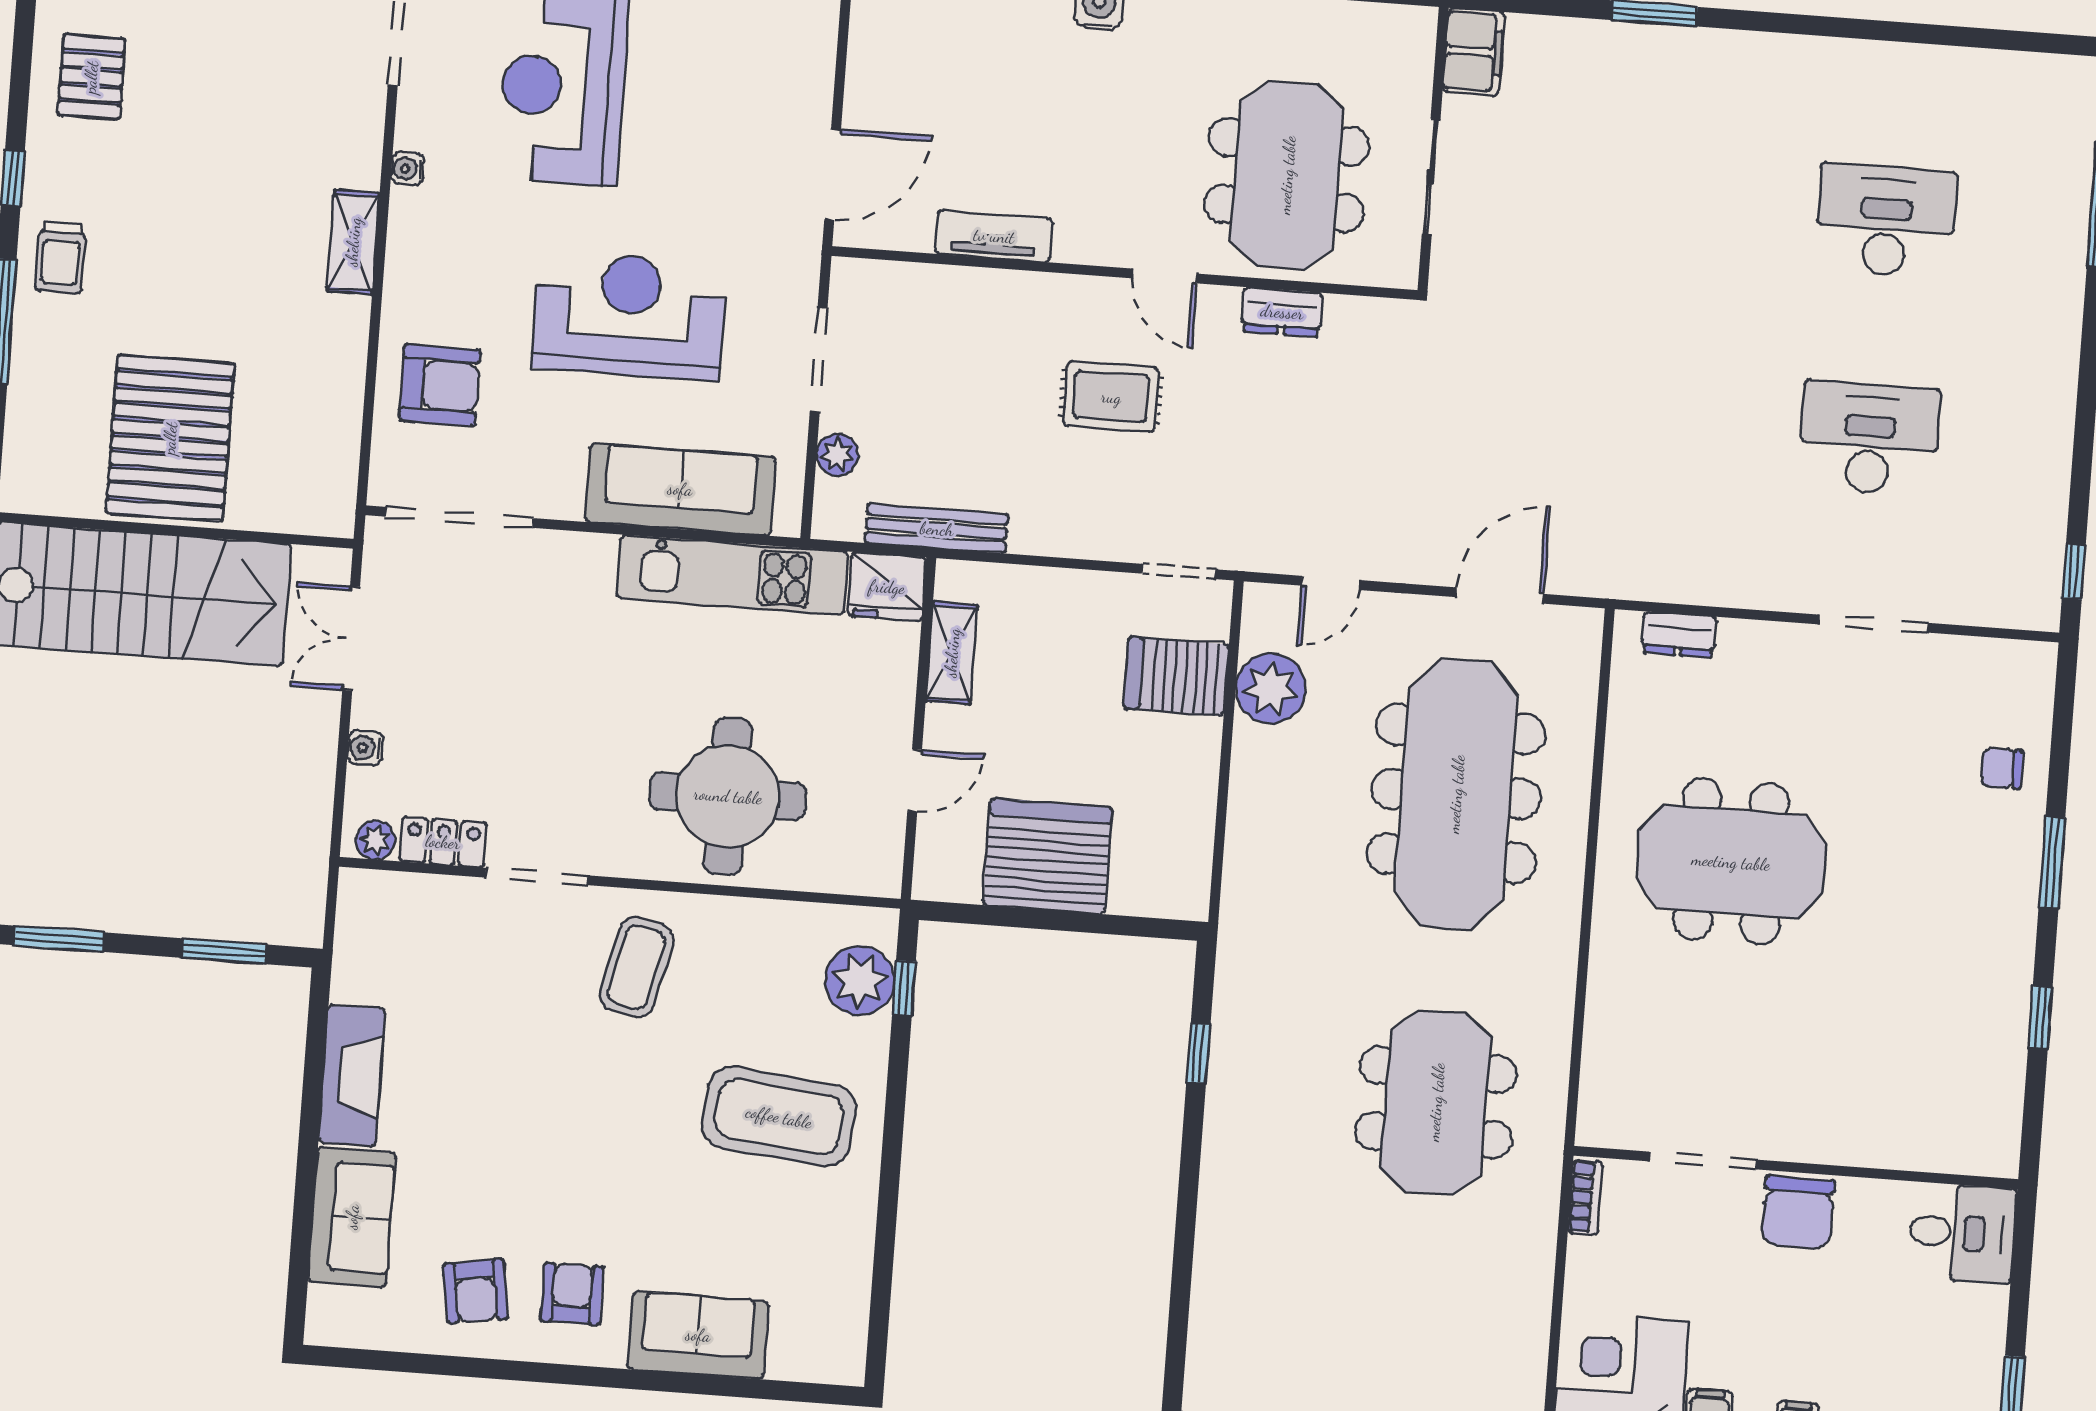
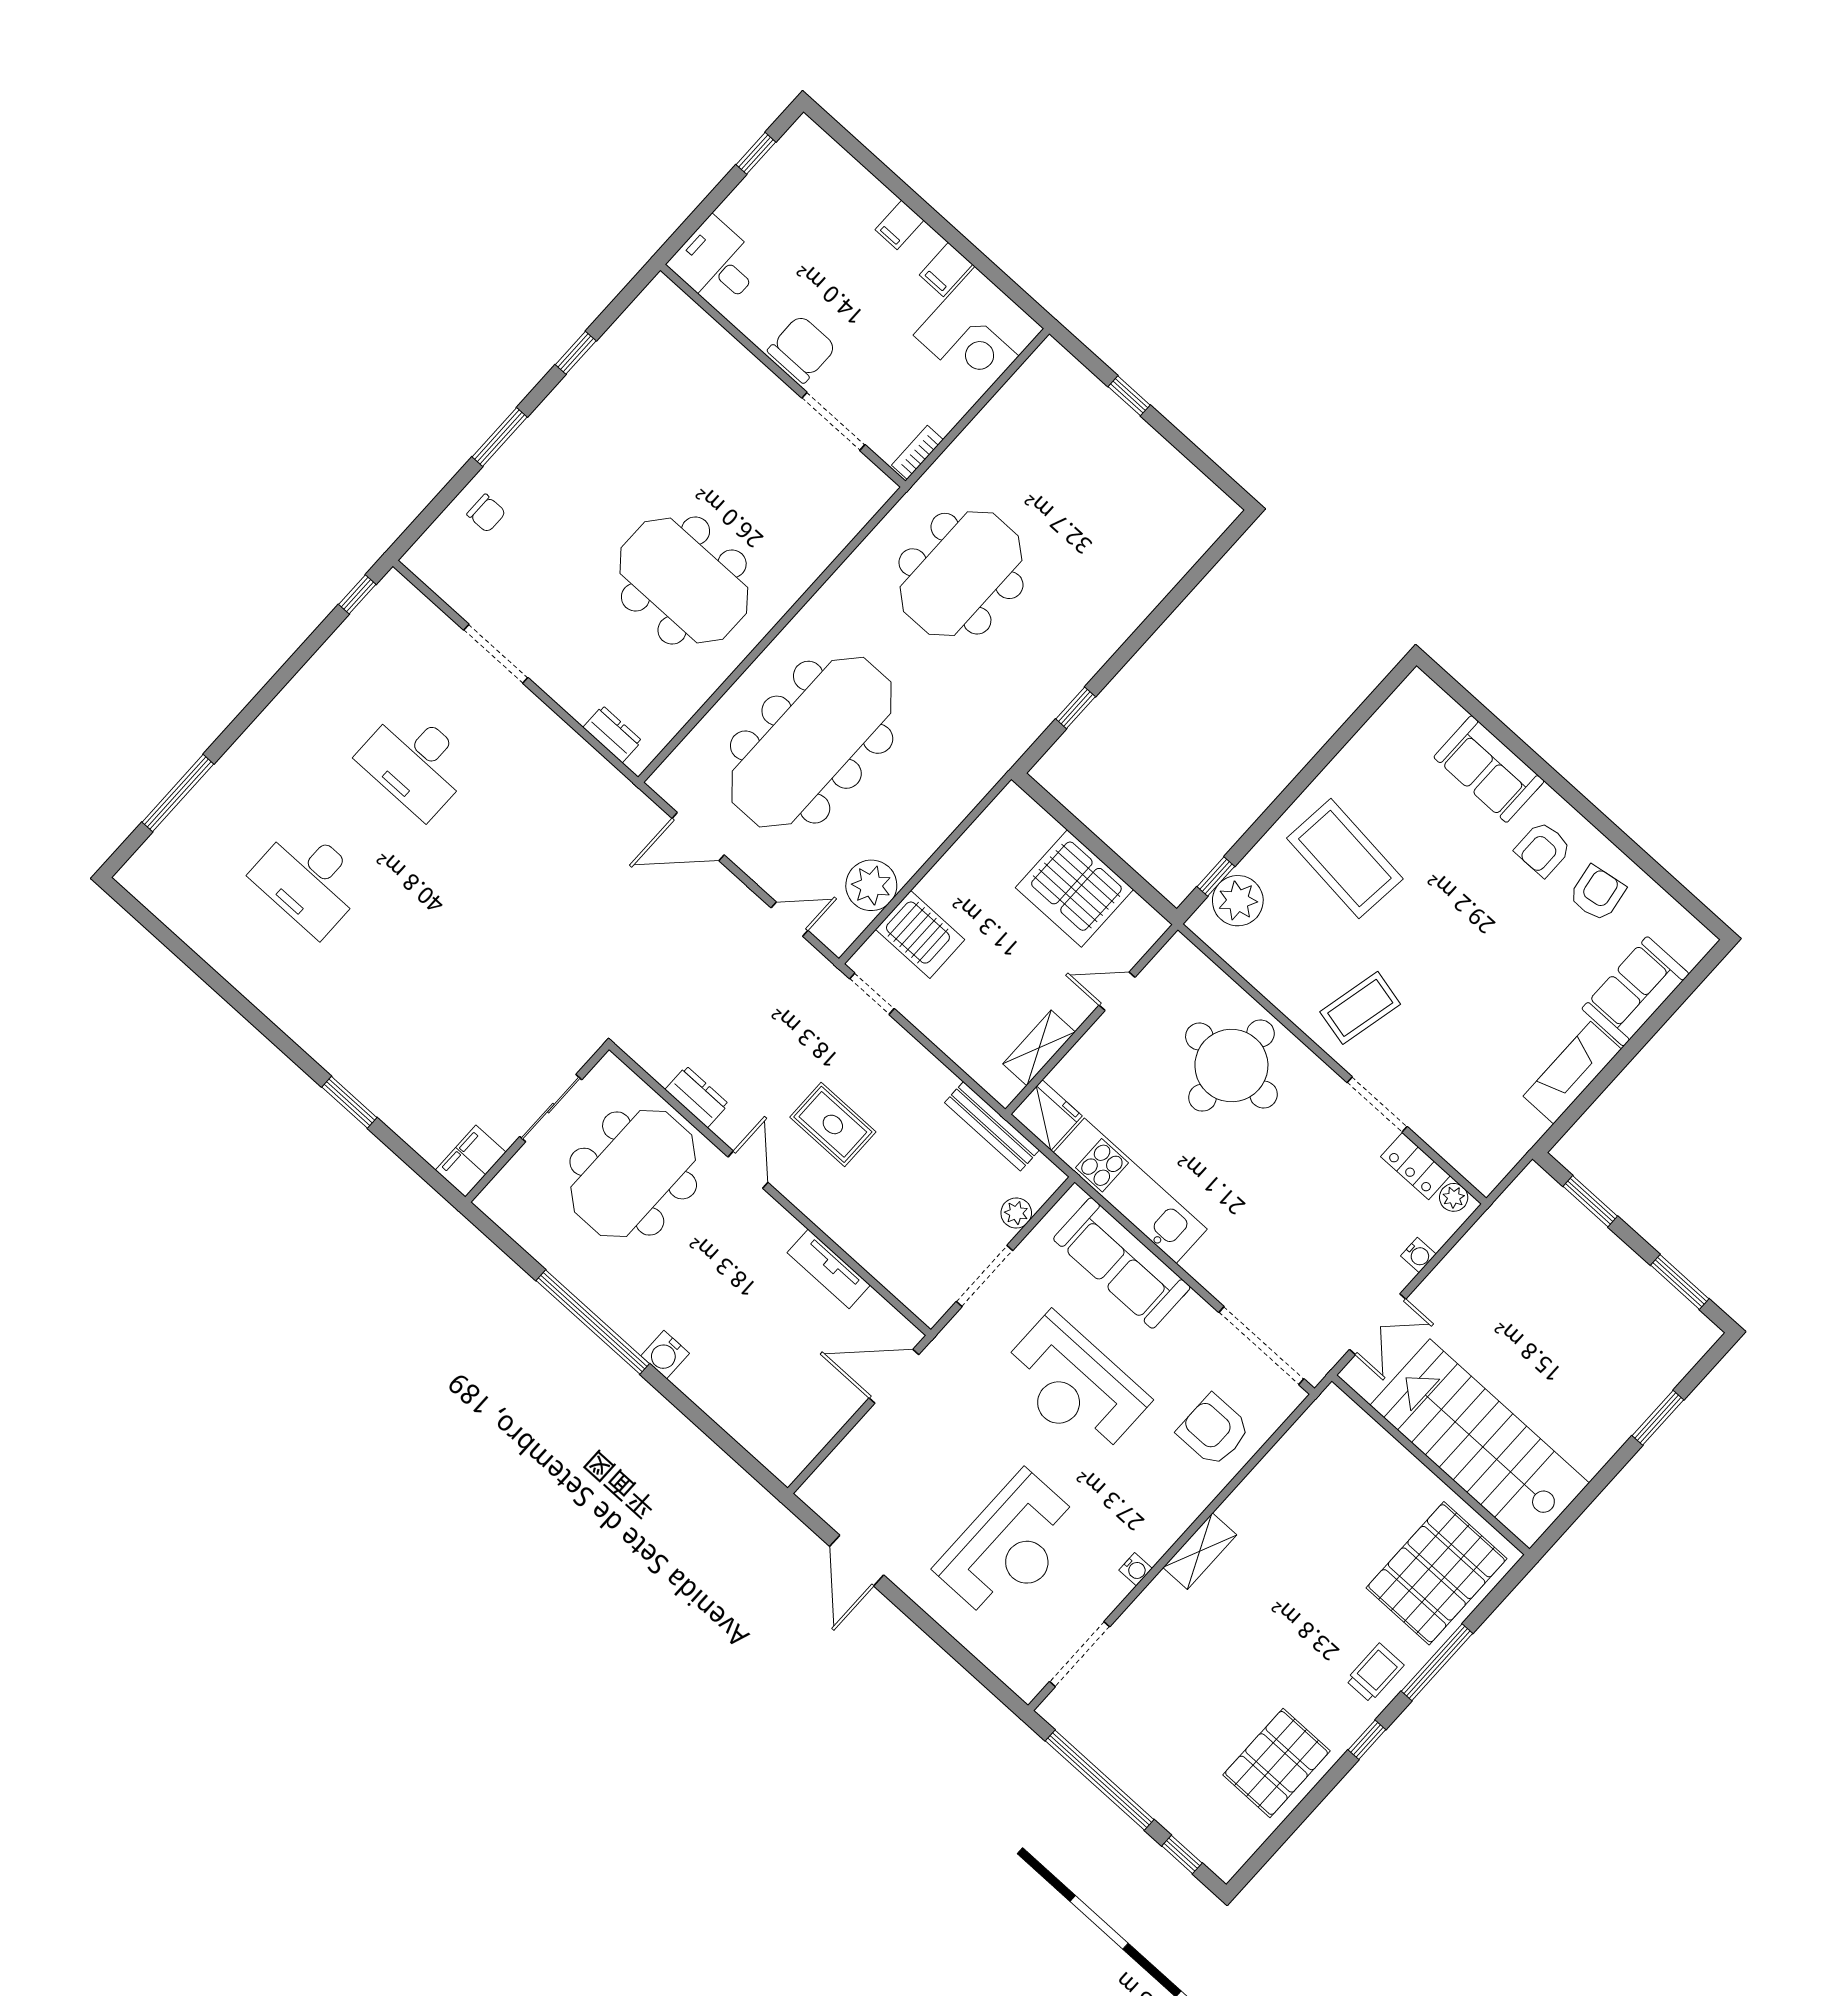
pallet: (91, 77) -> (1276, 1763), width x1.50, depth x1.42
pallet: (170, 438) -> (1437, 1573), moved

